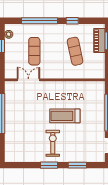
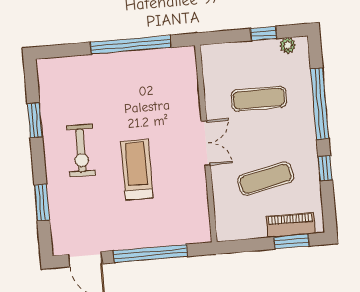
double door: (28, 80) -> (206, 143), moved
exercise bike: (53, 143) -> (81, 150), turned 91
window: (49, 165) -> (35, 120), moved

